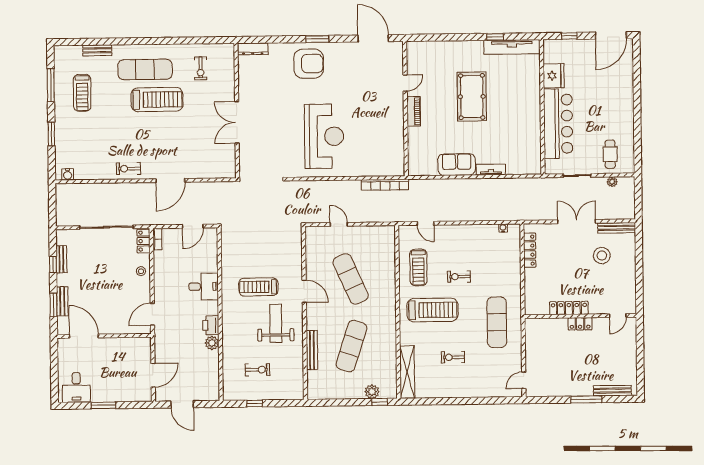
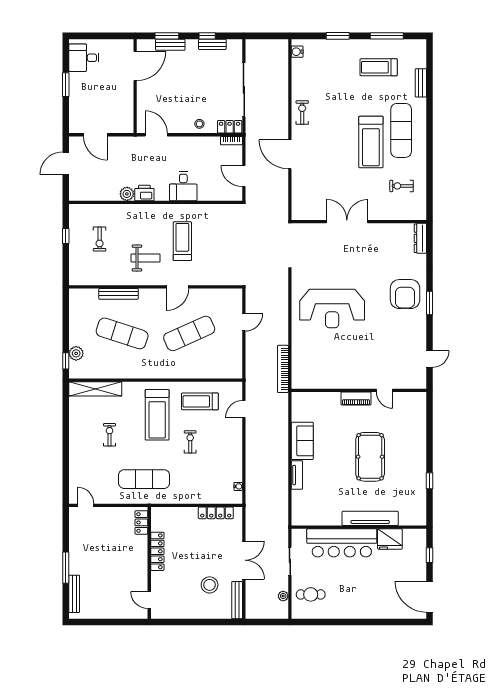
door: (373, 38) -> (430, 359), width x0.53
tv unit: (512, 47) -> (370, 518), moved, turned 90
pool table: (472, 97) -> (370, 457), turned 90
weight bench: (276, 323) -> (146, 258), width x0.73, depth x0.75
locker: (580, 324) -> (141, 522), moved

